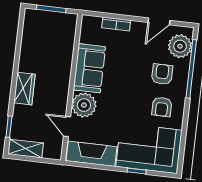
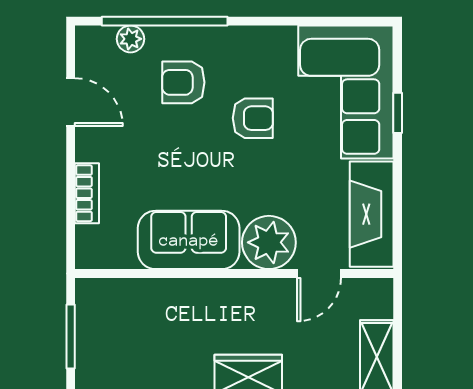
plant: (180, 46) -> (130, 39), width x0.53, depth x0.53
armchair: (162, 107) -> (253, 118), moved

